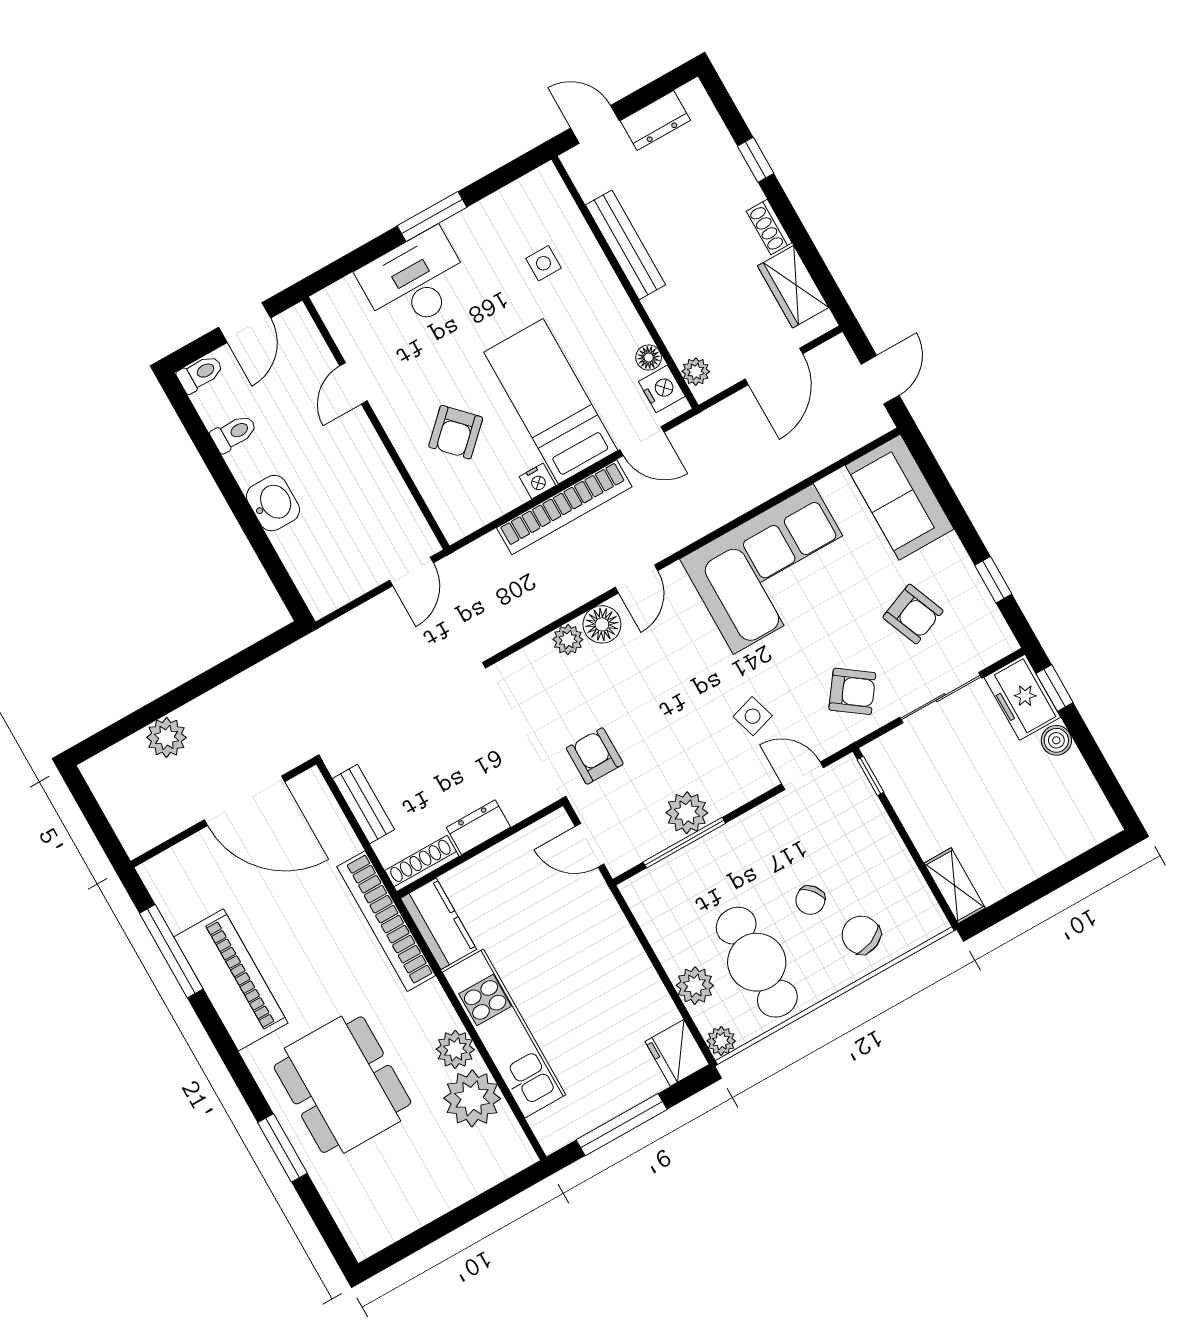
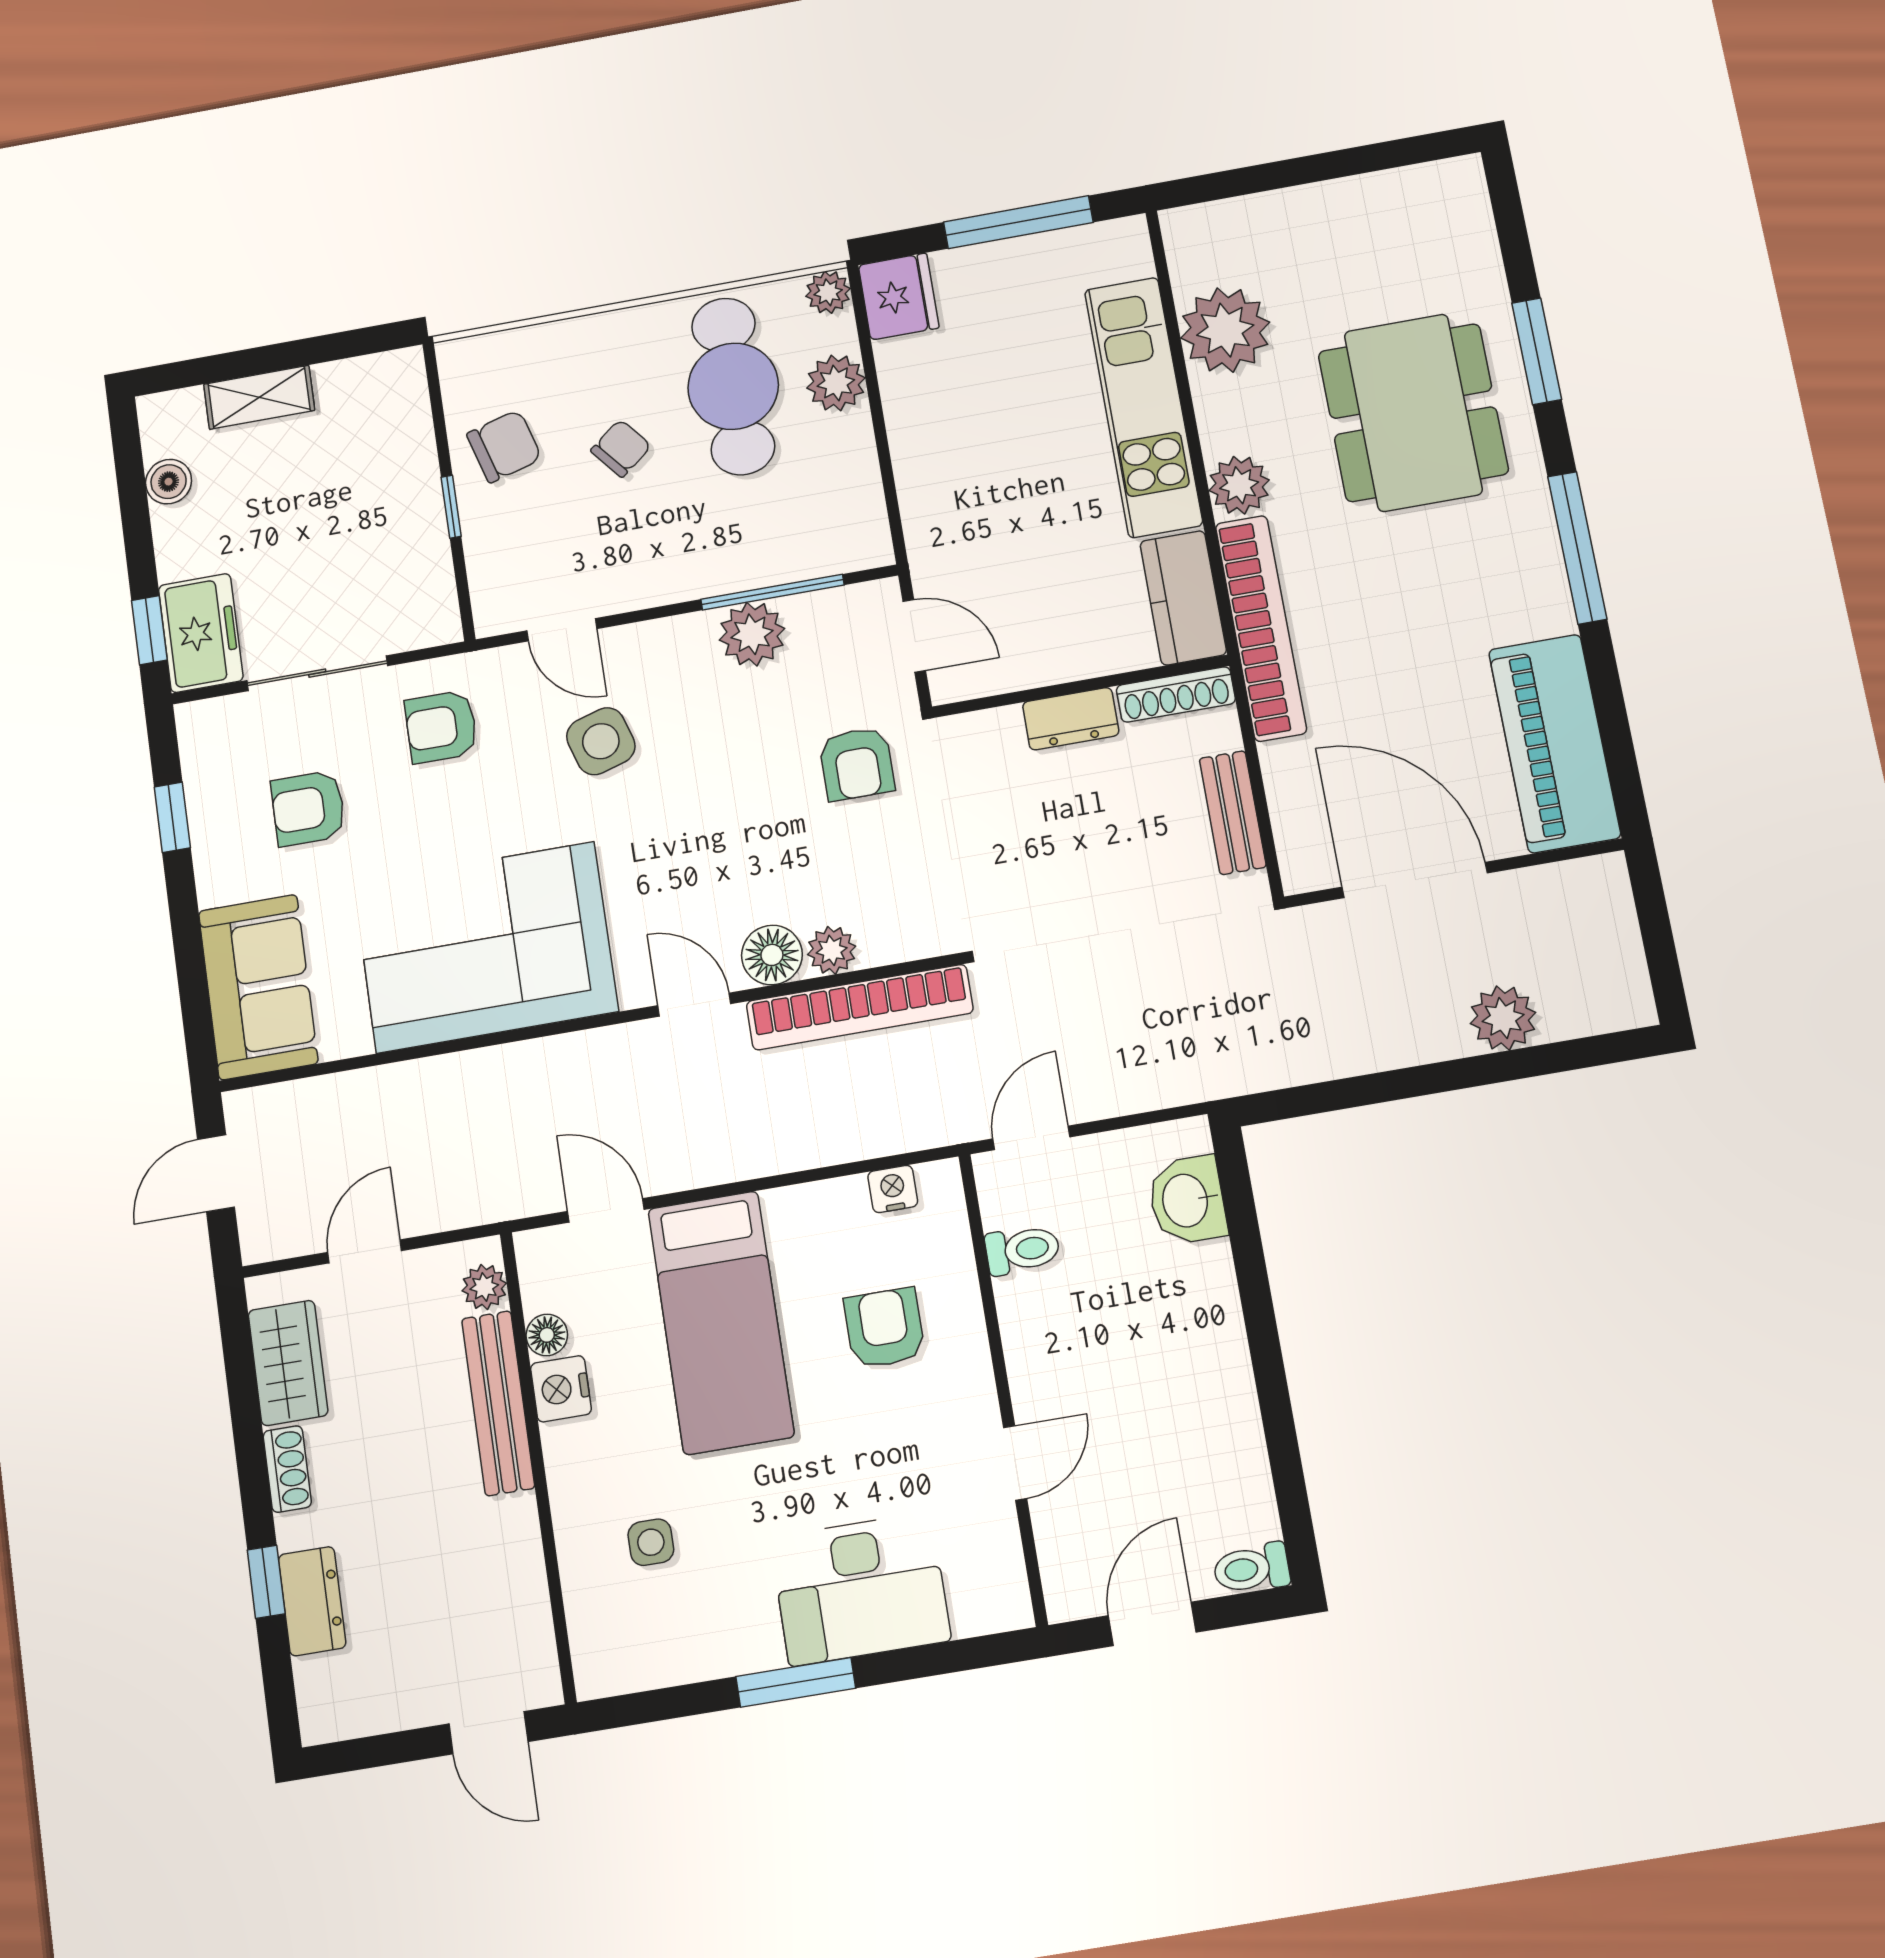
dresser: (655, 121) -> (312, 1601), moved, turned 90
bench: (625, 245) -> (498, 1403), moved
door: (774, 366) -> (365, 1251), width x0.73
nightstand: (662, 389) -> (561, 1389), moved
armchair: (456, 432) -> (884, 1328), turned -46
toilet: (234, 433) -> (1022, 1250), moved, turned 180
nightstand: (537, 481) -> (893, 1189), moved
washbasin: (273, 503) -> (1187, 1200), moved
bookcase: (564, 507) -> (860, 1007), moved, turned 180
door: (637, 579) -> (694, 1005), hinge flipped
armchair: (913, 614) -> (308, 808), turned -68
armchair: (852, 691) -> (441, 727), turned -36
side table: (753, 716) -> (601, 741), width x1.37, depth x1.37
boiler: (1056, 740) -> (169, 482), moved
window: (870, 776) -> (451, 507), moved
shelving: (955, 886) -> (259, 397), moved, turned 90
chair: (861, 935) -> (504, 446), moved, turned -83
window: (171, 951) -> (1577, 548), moved
piano: (231, 980) -> (1555, 743), moved
plant: (455, 1049) -> (1239, 485), moved

